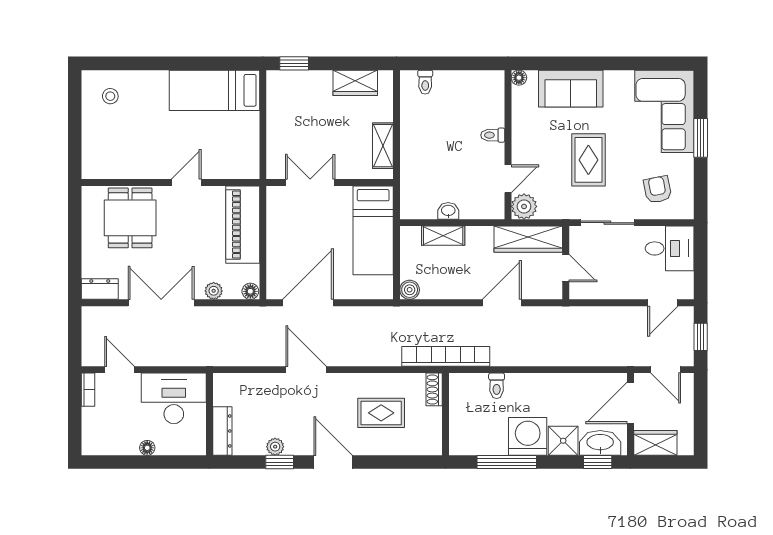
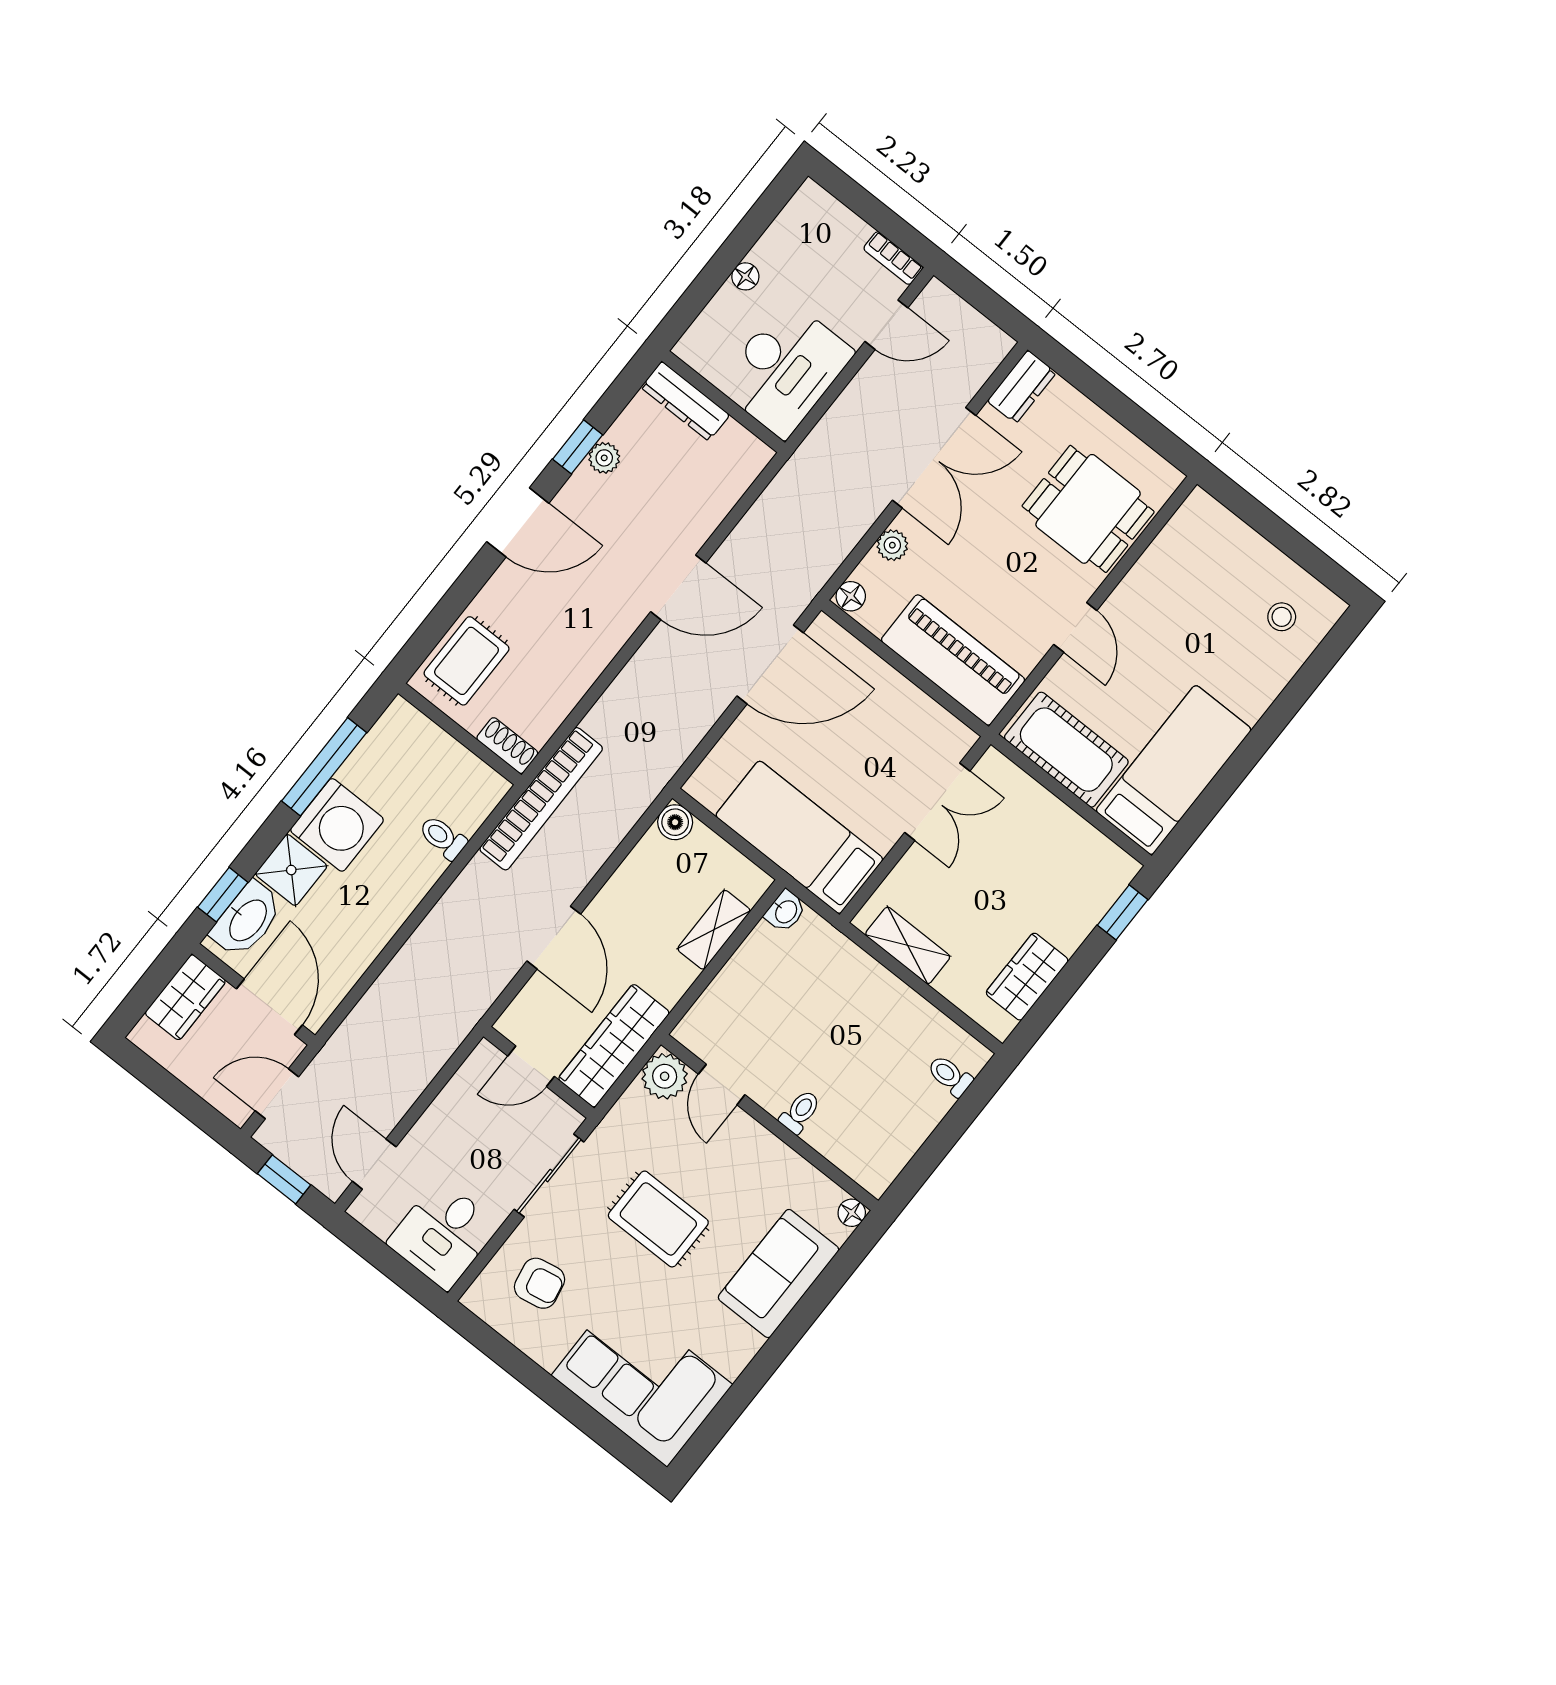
window: (701, 138) -> (564, 1401), removed
cot: (243, 144) -> (1066, 750), added
washbasin: (448, 211) -> (785, 911), moved
door: (308, 303) -> (770, 664), hinge flipped
rug: (381, 413) -> (467, 661), moved

